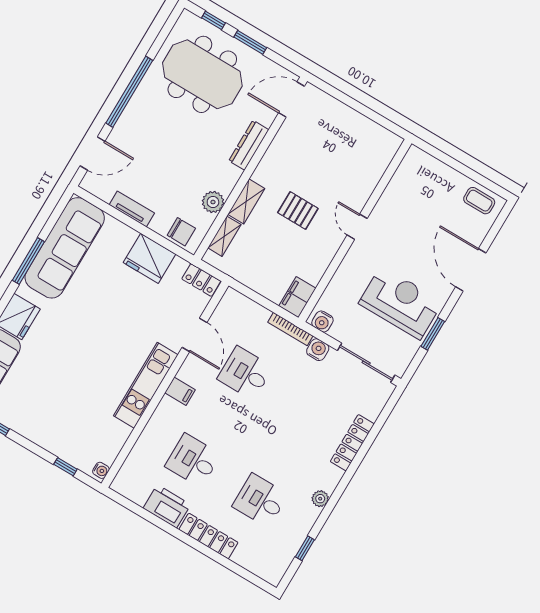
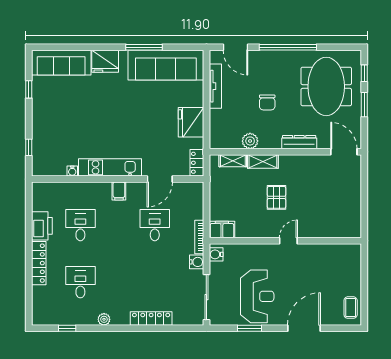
tv unit: (132, 209) -> (215, 86), width x1.41
chair: (181, 232) -> (267, 102), moved
water cooler: (101, 470) -> (72, 171), moved

